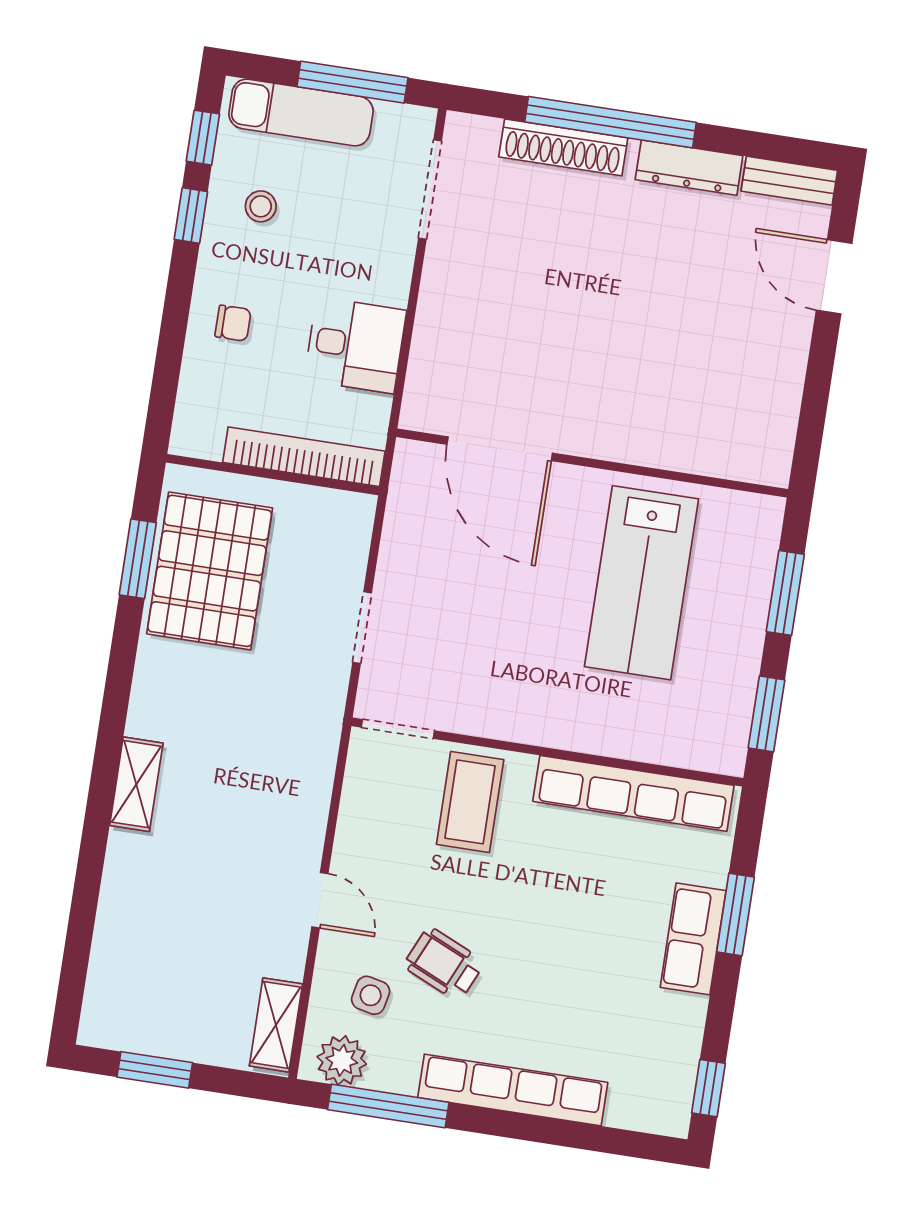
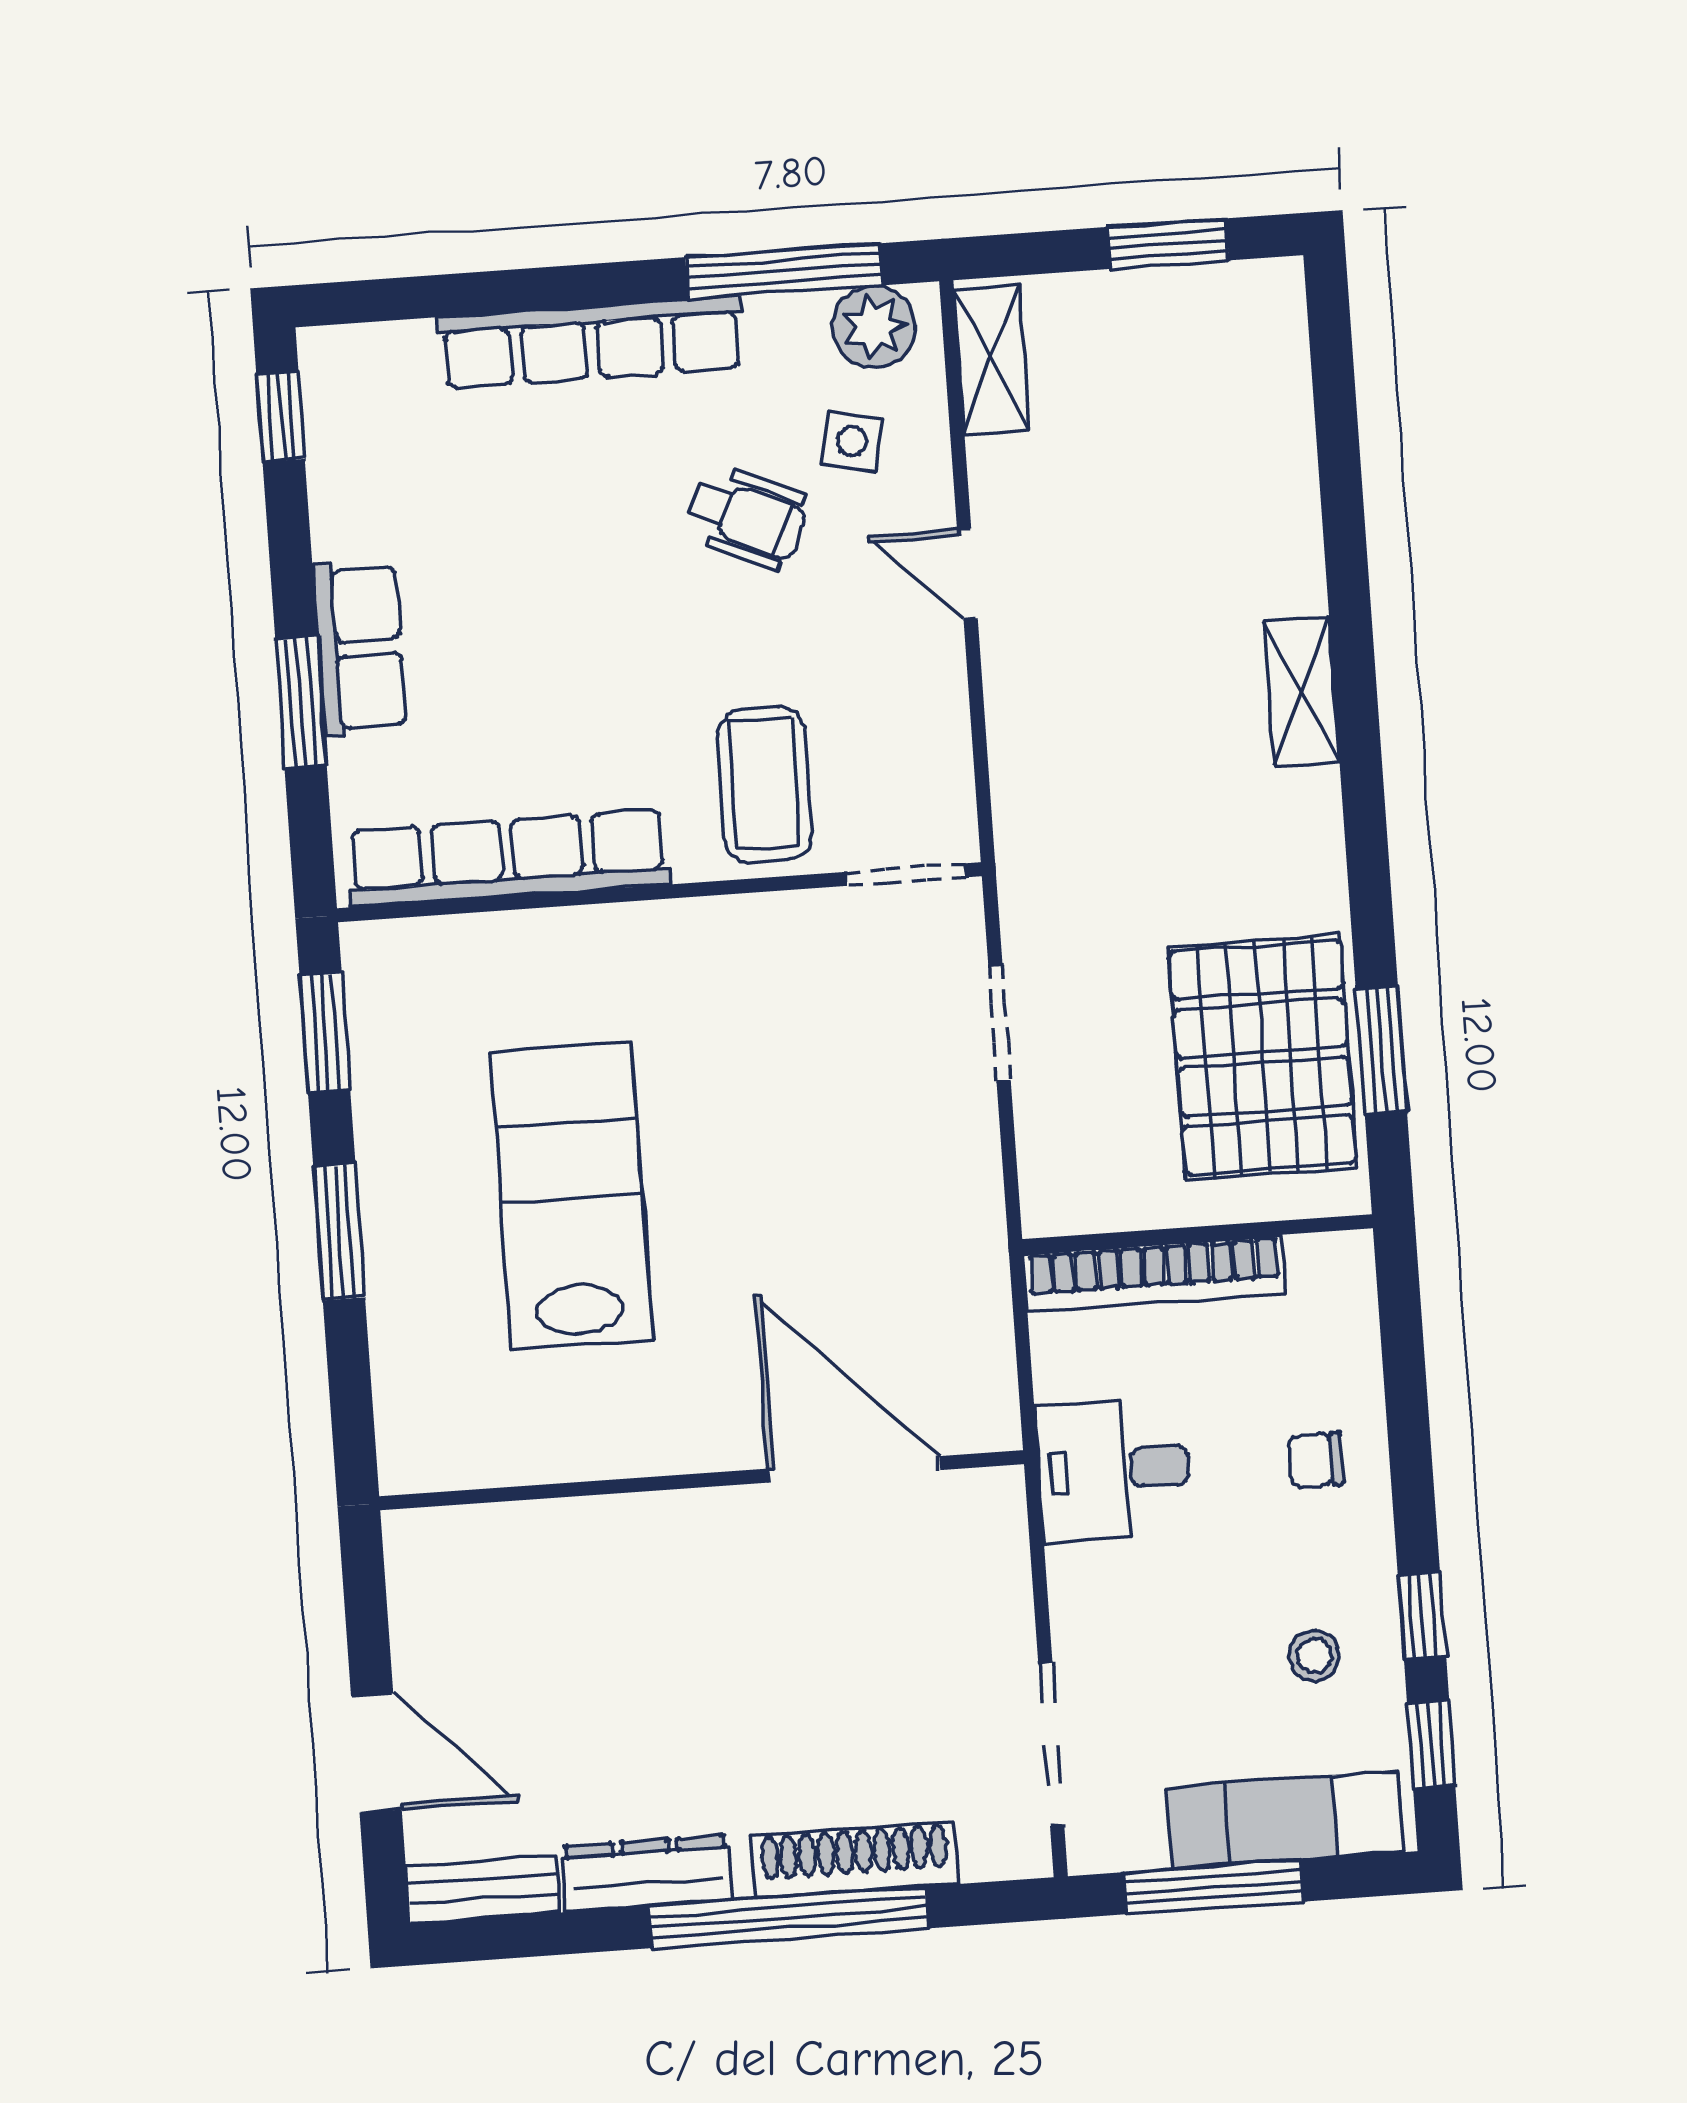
door: (500, 449) -> (854, 1469), moved
wall: (592, 463) -> (702, 1480), moved

